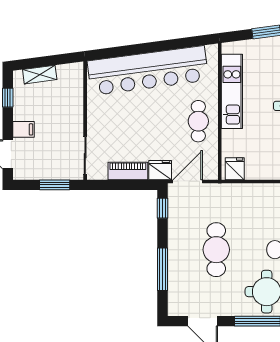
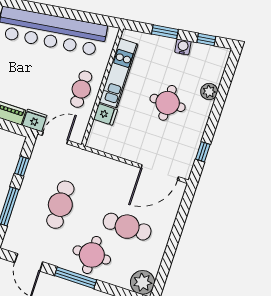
fridge: (235, 169) -> (105, 114), moved, turned 90
window: (163, 208) -> (22, 166), moved

